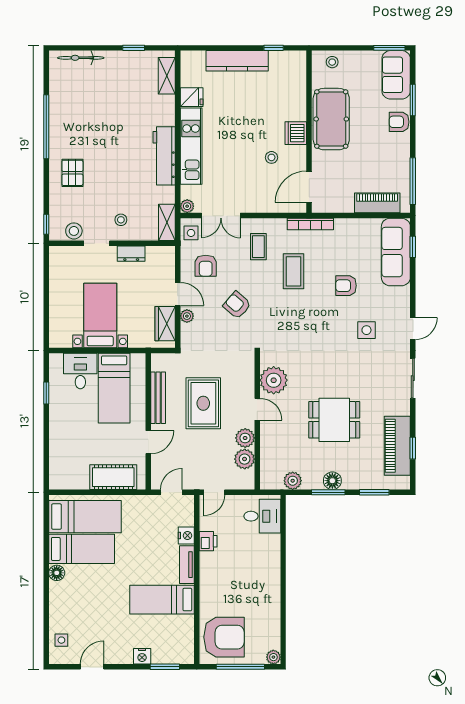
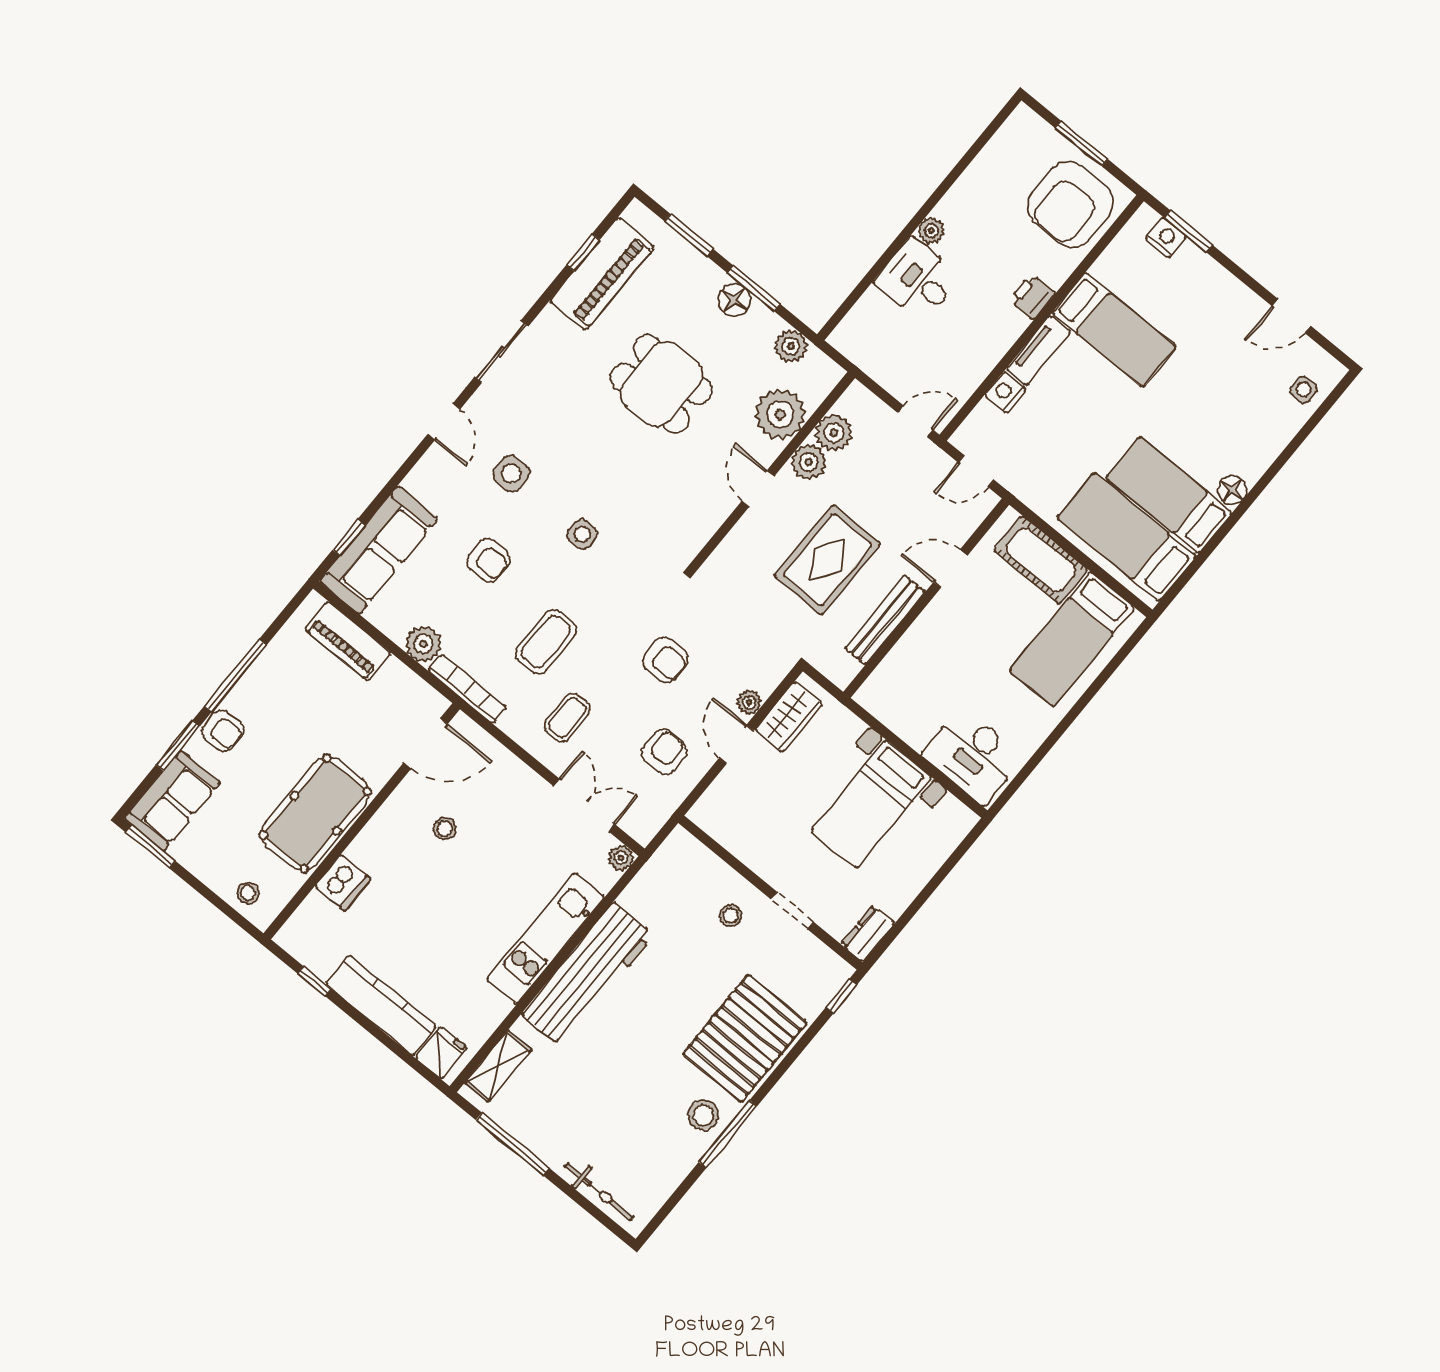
window: (134, 48) -> (512, 1144), width x2.17
fridge: (192, 97) -> (441, 1053), moved, turned 90
window: (46, 127) -> (728, 1134), width x0.68
dishwasher: (296, 133) -> (343, 883), moved
workbench: (164, 156) -> (588, 975), width x1.36, depth x1.32
pallet: (72, 173) -> (745, 1038), width x2.05, depth x2.00
window: (413, 181) -> (235, 676), moved
shelving: (167, 222) -> (669, 858), removed
plant: (345, 228) -> (423, 644), added
stool: (74, 231) -> (703, 1115), moved
side table: (191, 233) -> (582, 534), moved
dresser: (131, 254) -> (868, 934), moved, turned -90
armchair: (237, 305) -> (665, 660), turned -41
door: (413, 329) -> (444, 422), swing flipped
desk: (80, 371) -> (973, 756), width x1.37
plant: (274, 380) -> (780, 414), moved
bed: (114, 388) -> (1072, 639), moved, turned 180
window: (46, 393) -> (1038, 757), removed
desk: (262, 516) -> (918, 280), moved
printer: (208, 541) -> (1032, 297), moved
armchair: (224, 637) -> (1070, 204), turned -90
nightstand: (142, 656) -> (1166, 238), moved
plant: (273, 657) -> (931, 231), moved
window: (240, 667) -> (1081, 143), width x0.69

